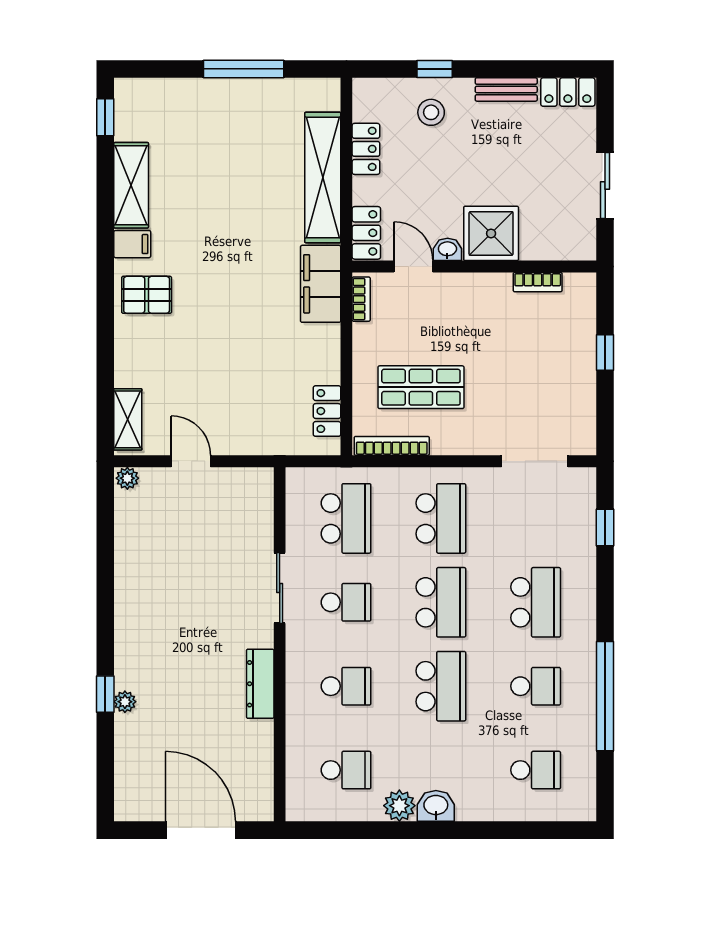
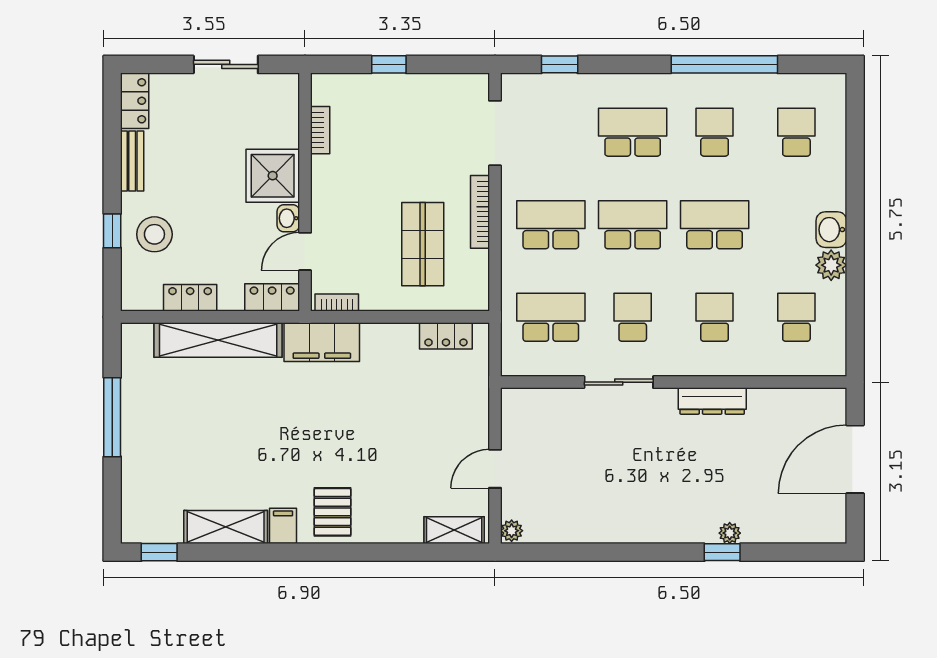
stool: (431, 112) -> (154, 234), width x1.38, depth x1.38
bookcase: (392, 446) -> (480, 212), moved

